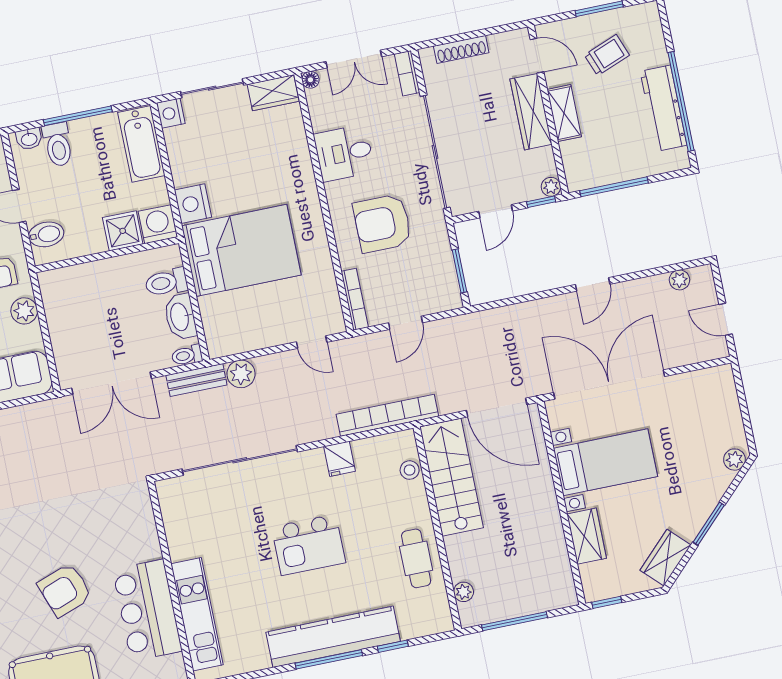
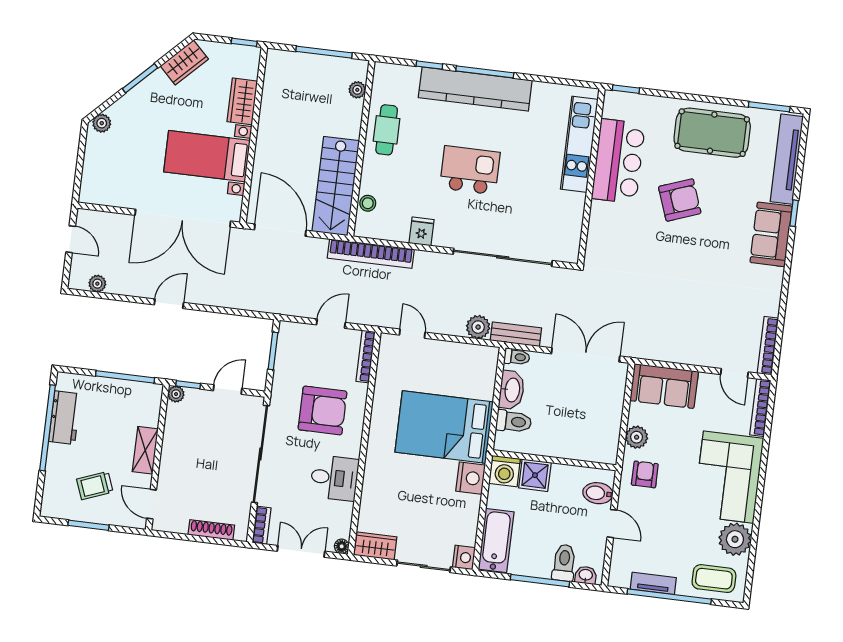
workbench: (663, 108) -> (65, 418), width x0.73
wardrobe: (531, 112) -> (172, 460), removed

